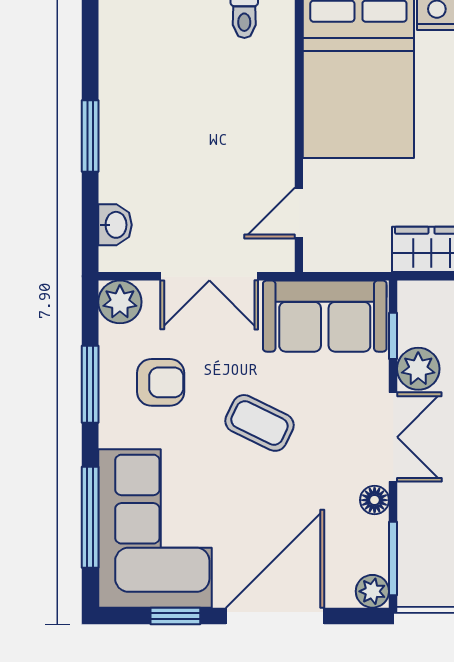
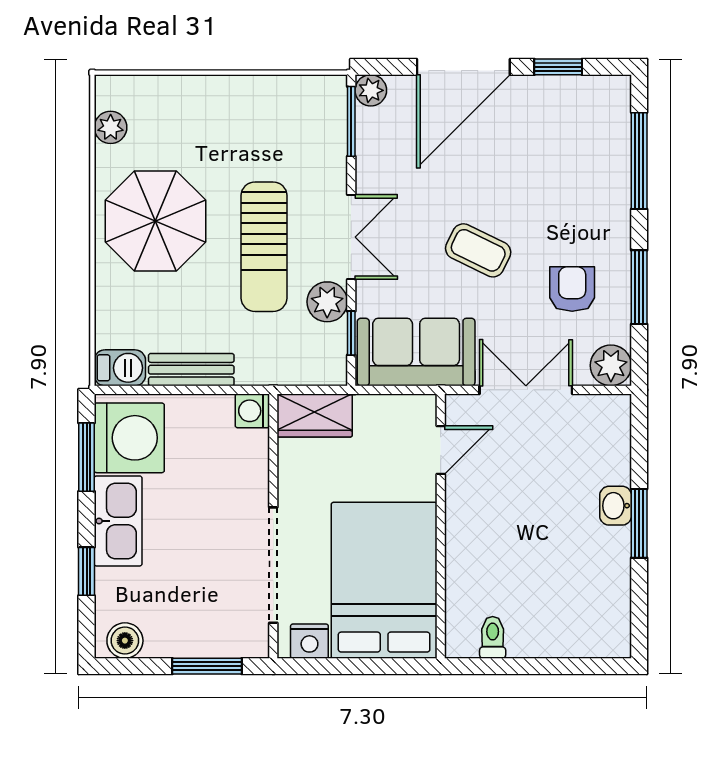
washbasin: (115, 225) -> (616, 506), moved
armchair: (161, 382) -> (572, 289), turned 90
double door: (393, 437) -> (351, 237), swing flipped
floor lamp: (375, 500) -> (369, 177), removed
corner sofa: (155, 528) -> (578, 150), removed

